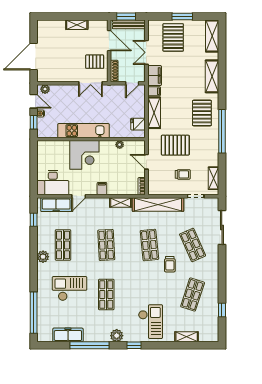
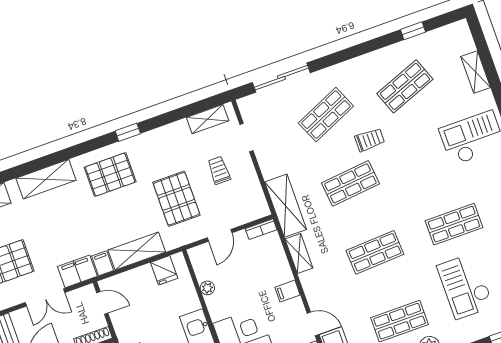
window: (222, 131) -> (128, 132), width x0.32
shelving: (158, 205) -> (286, 206), width x0.68
shop shelf: (193, 295) -> (405, 86), turned -39

